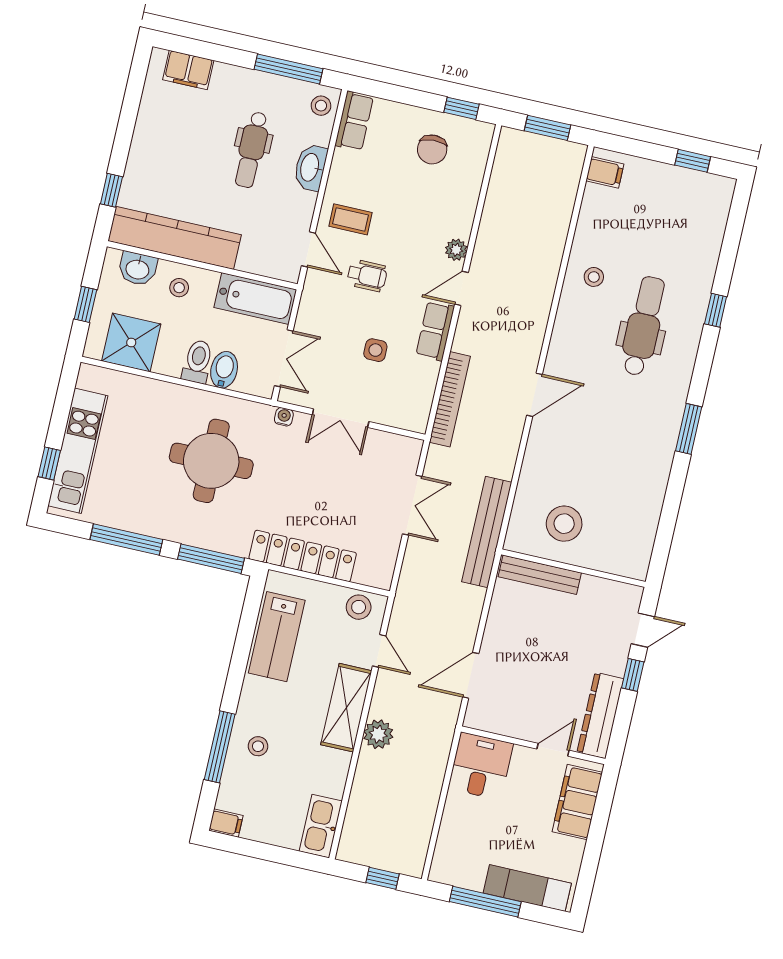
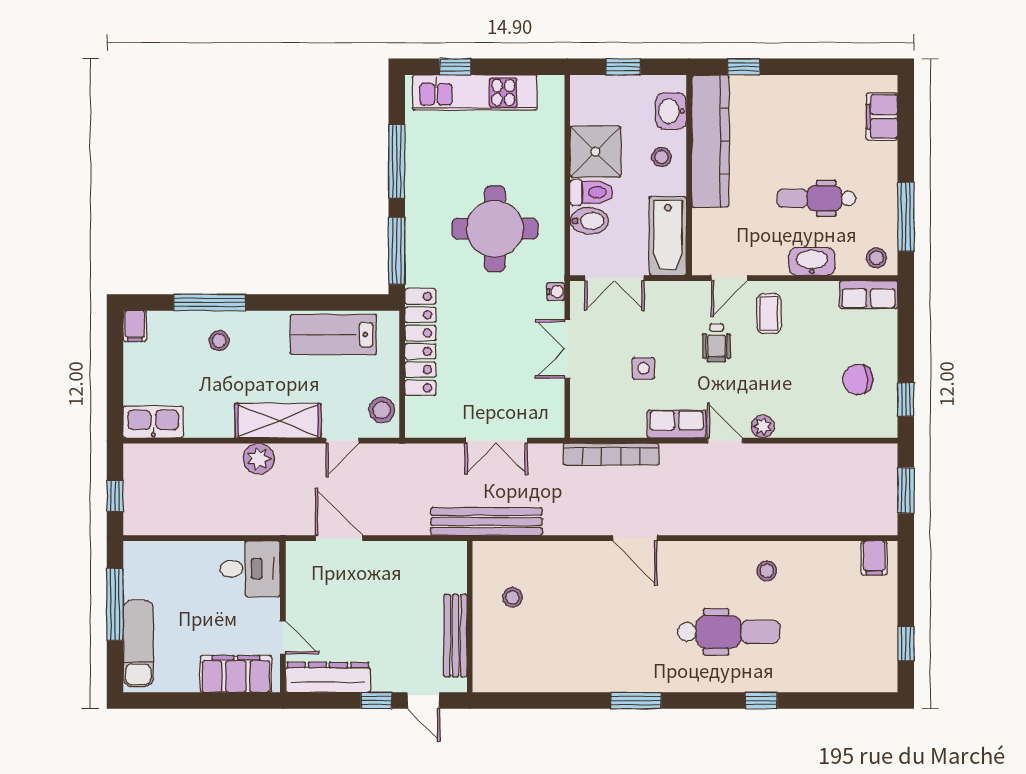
shower: (131, 343) -> (595, 152), moved
stool: (564, 524) -> (512, 597), width x0.53, depth x0.53
bench: (540, 575) -> (456, 636), moved

